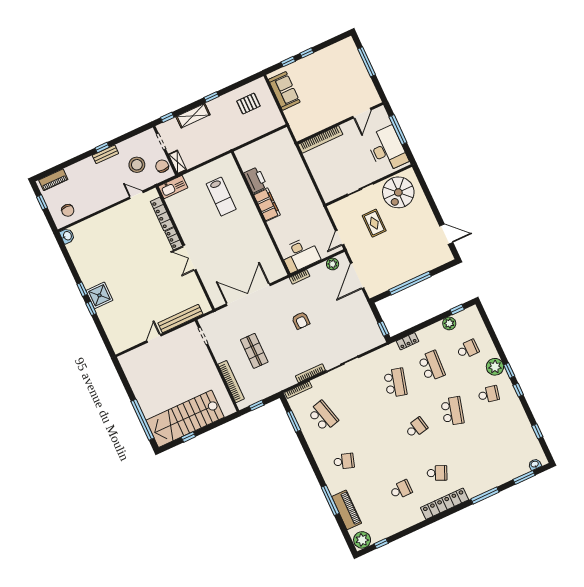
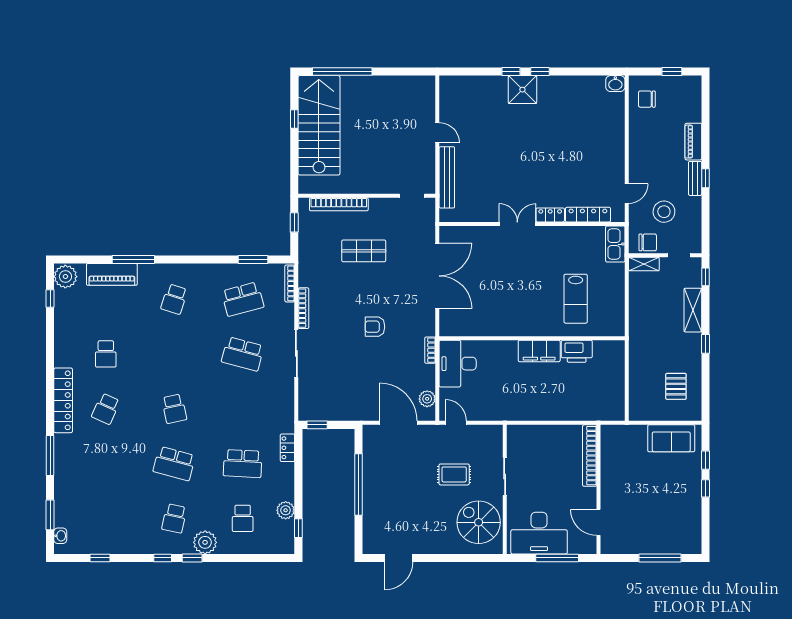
piano: (53, 180) -> (693, 142), moved
lab bench: (221, 197) -> (576, 299), turned -90
school desk: (395, 383) -> (243, 354), moved

